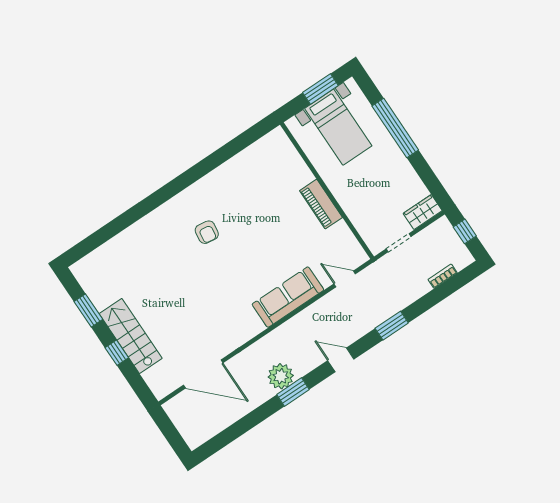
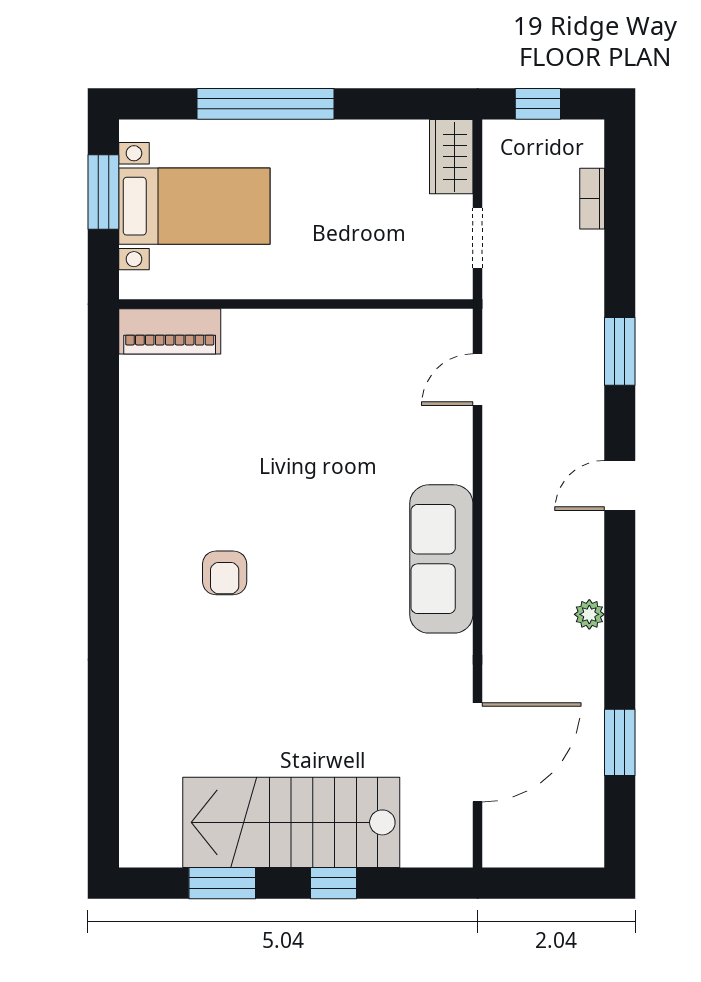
piano: (321, 204) -> (170, 331), moved
armchair: (207, 232) -> (225, 573), turned 82
sofa: (288, 297) -> (441, 559), moved
stairs: (131, 336) -> (291, 822), width x1.36, depth x1.51
plant: (281, 376) -> (589, 614), width x0.53, depth x0.53
window: (293, 392) -> (620, 742), moved

